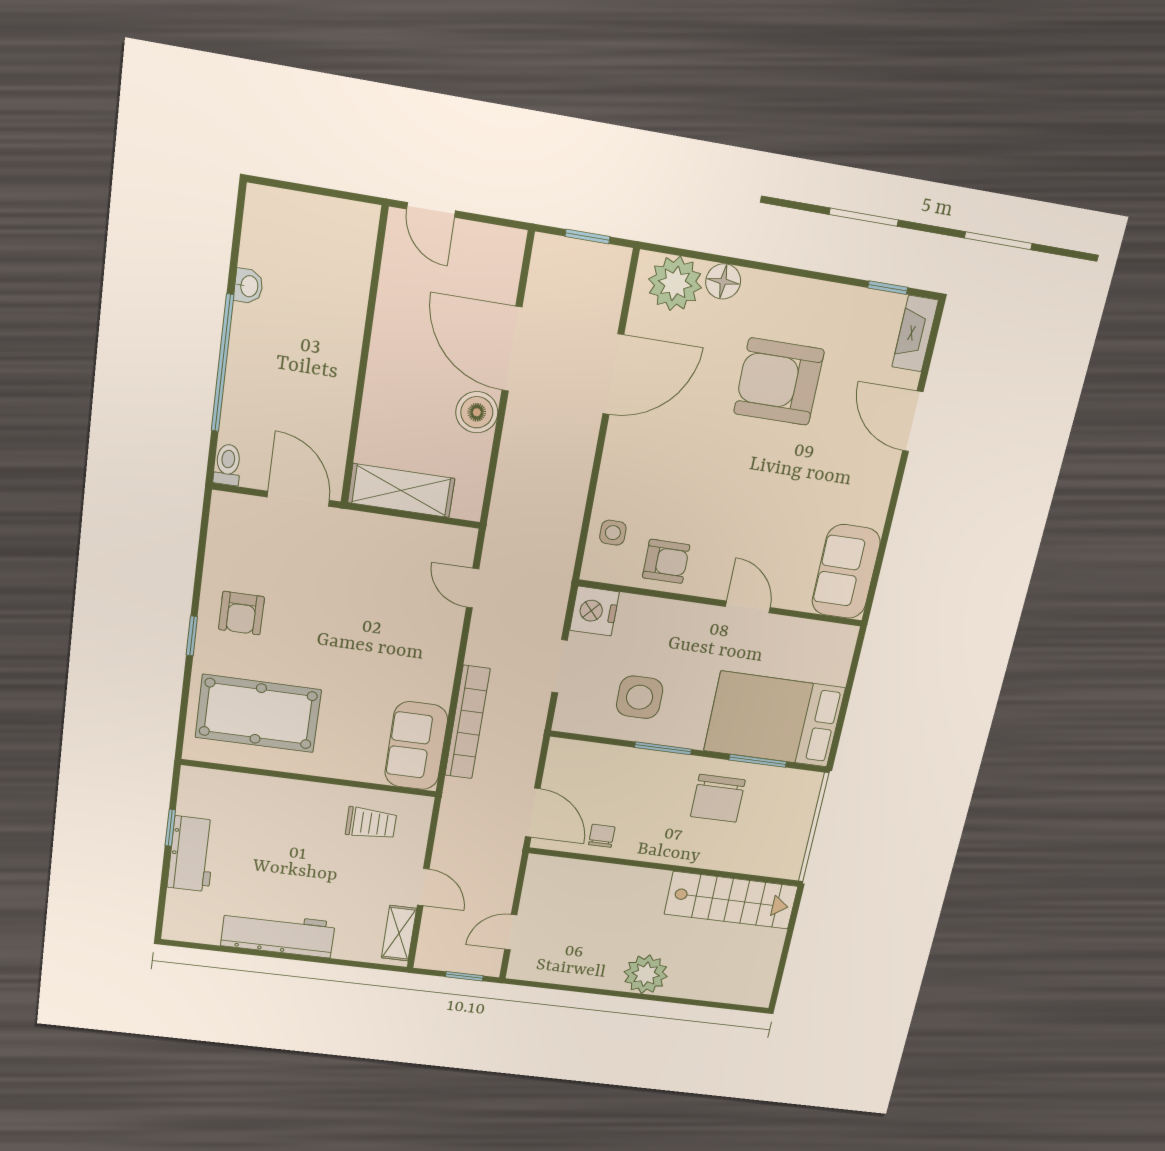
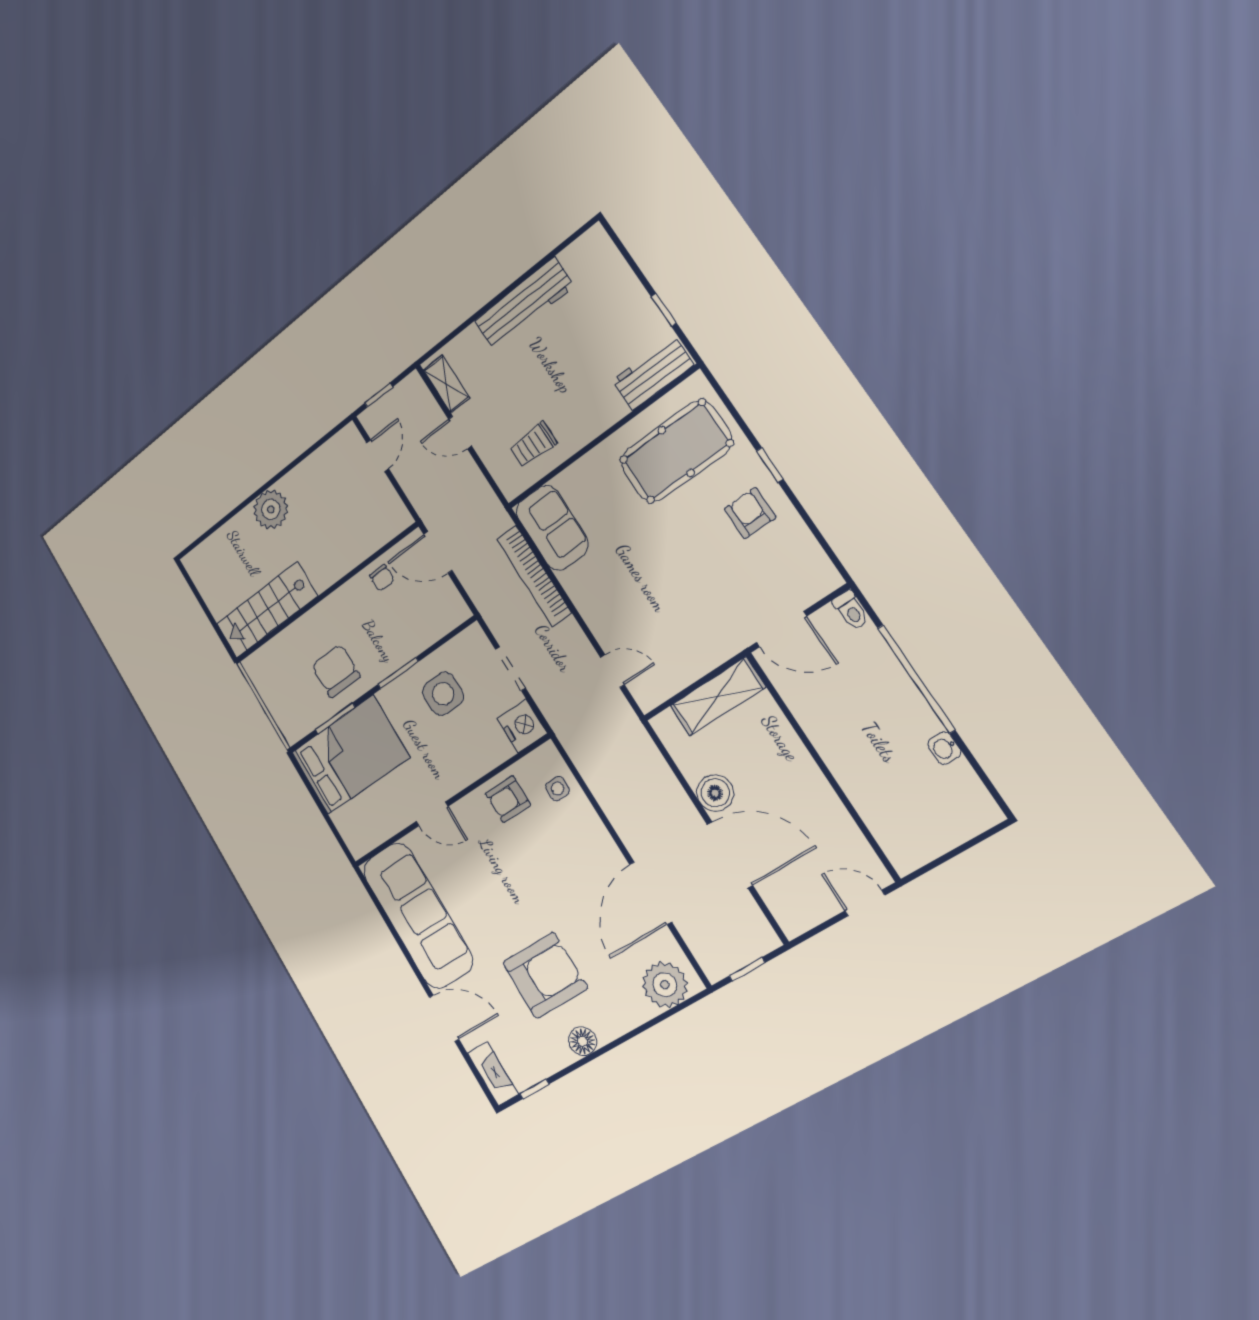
floor lamp: (723, 281) -> (583, 1041), moved
sofa: (846, 572) -> (418, 915), width x1.85, depth x1.27
workbench: (192, 854) -> (653, 373), moved, turned 90

